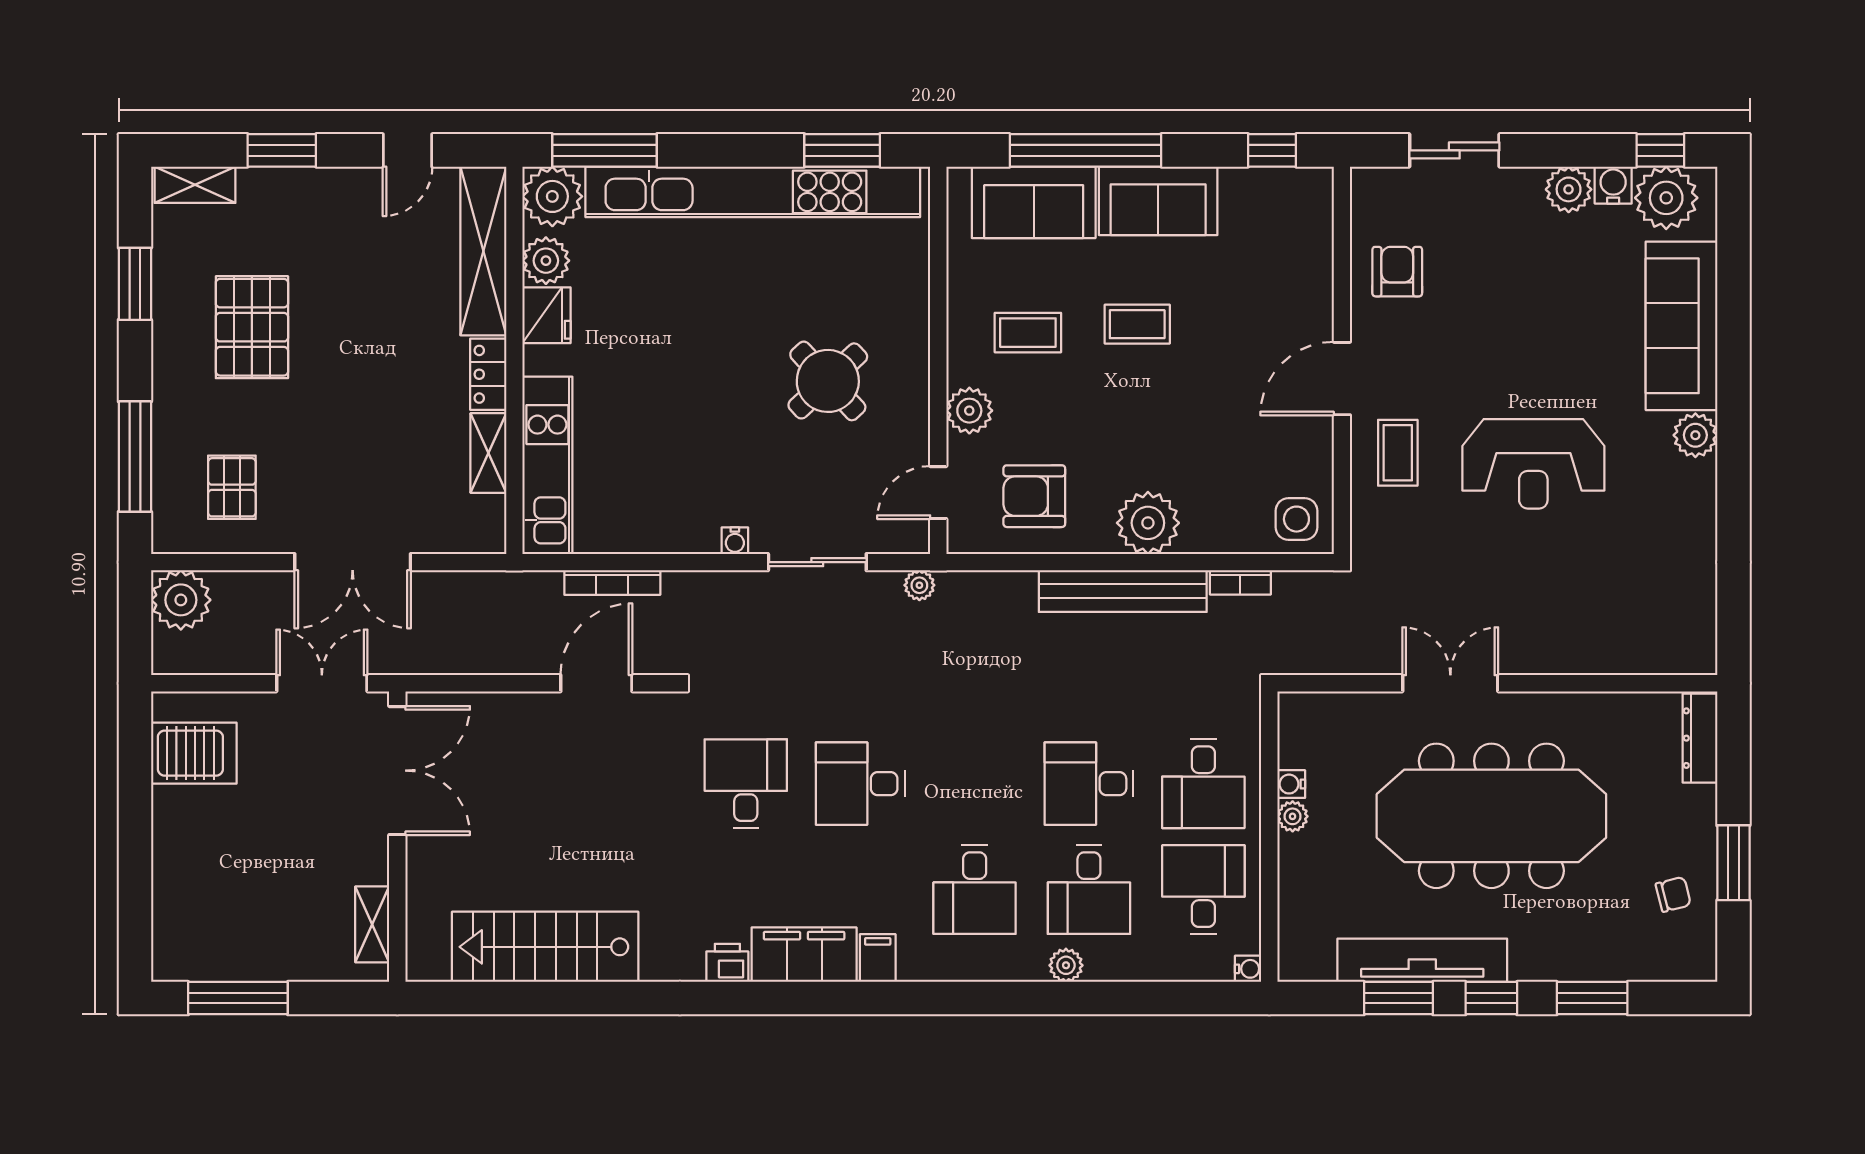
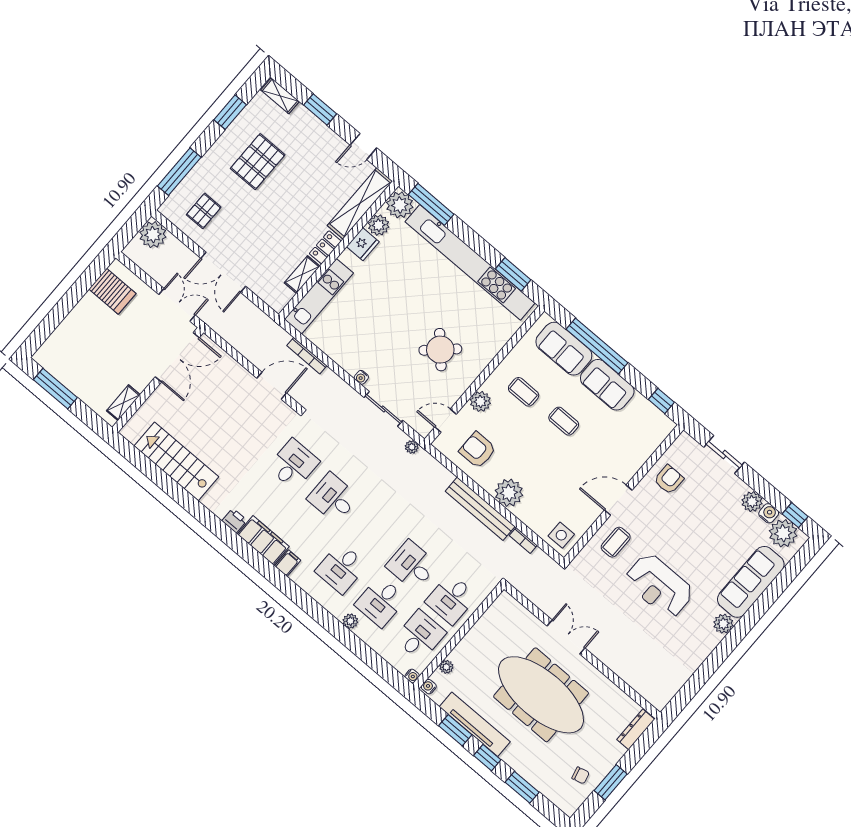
water cooler: (1291, 784) -> (429, 687), moved
plant: (1293, 816) -> (446, 667), moved

